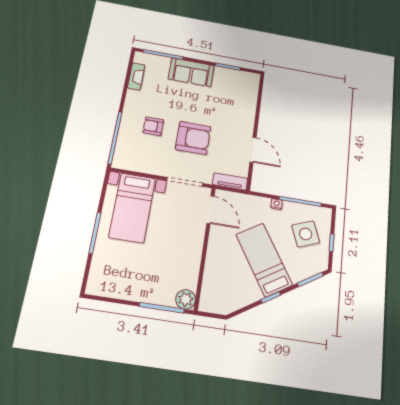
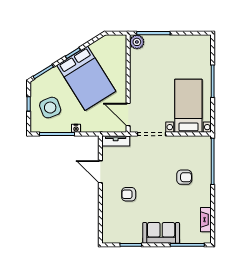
armchair: (193, 138) -> (129, 194), moved, width x0.53, depth x0.53
bed: (264, 260) -> (86, 78), width x1.50

